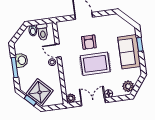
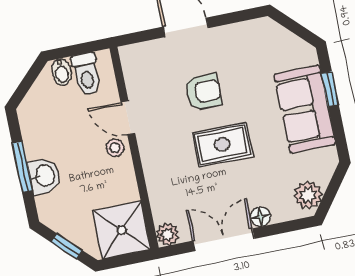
armchair: (89, 42) -> (203, 92), turned -90
washbasin: (22, 60) -> (44, 176), moved
rug: (95, 64) -> (222, 145), width x0.73, depth x0.70
shower: (40, 92) -> (122, 230), moved, turned 45

